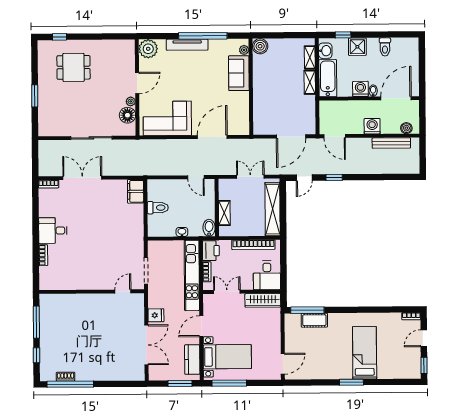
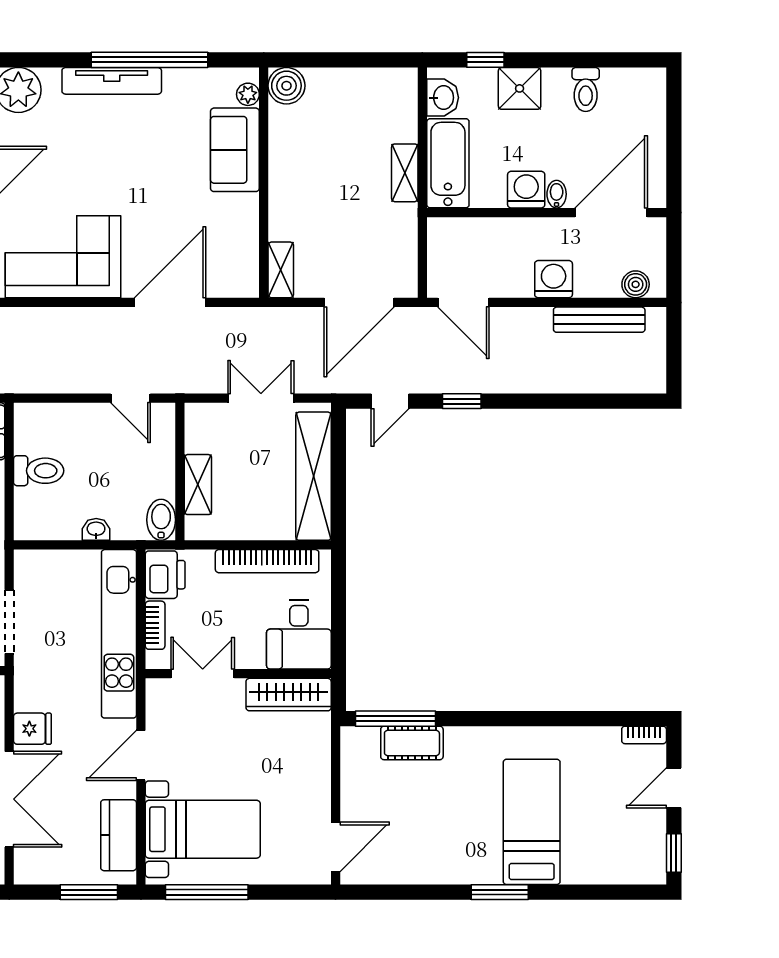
shelving: (310, 57) -> (281, 270), moved

